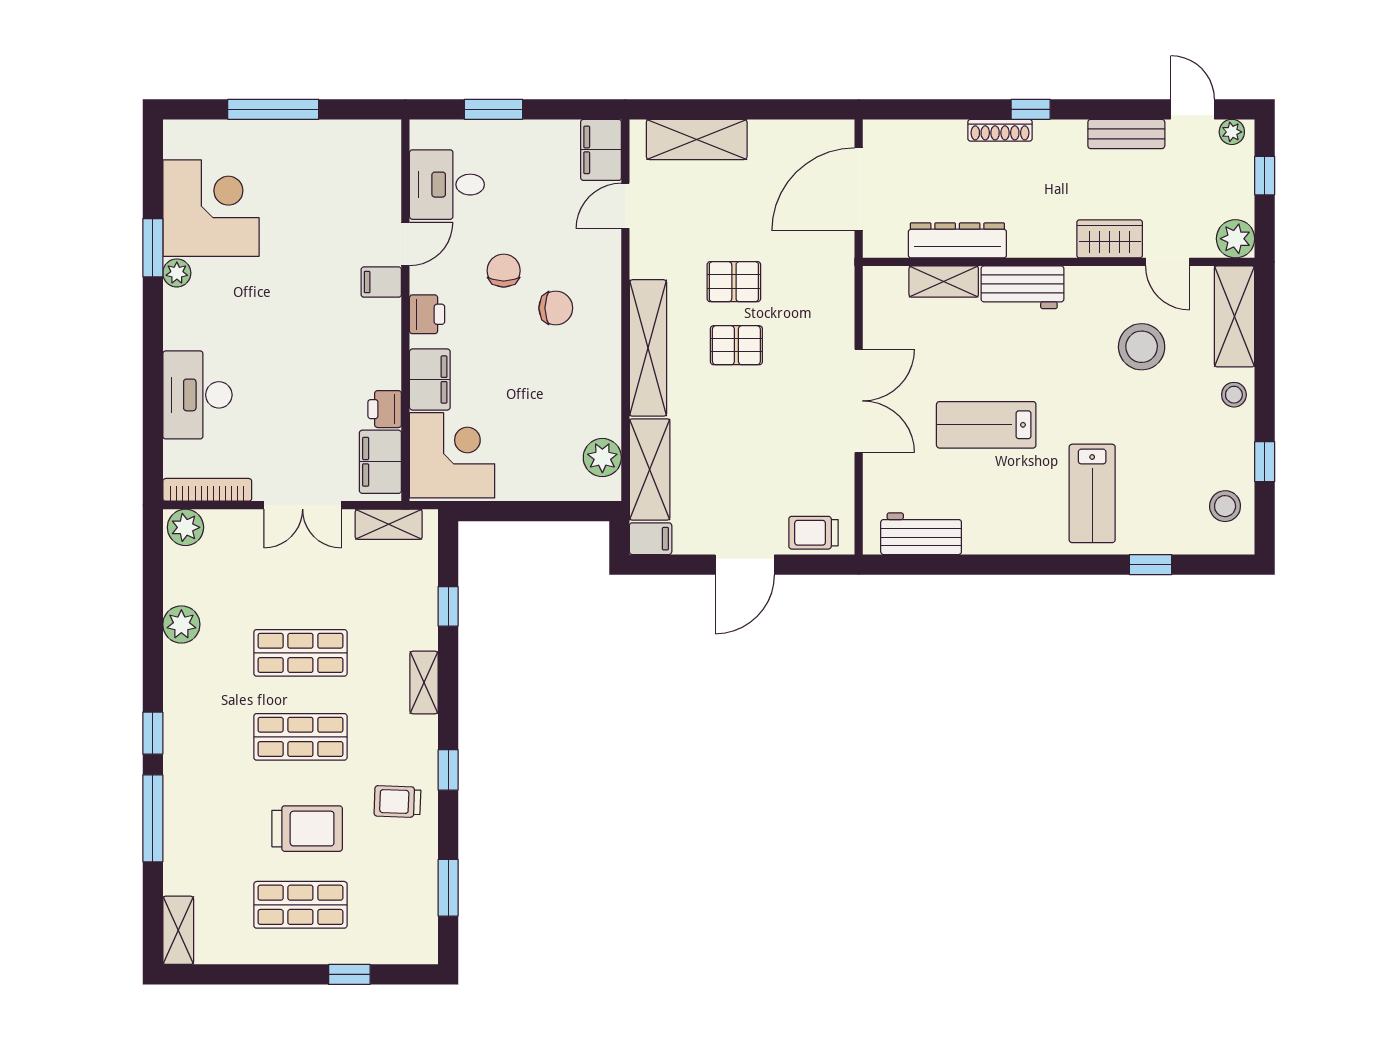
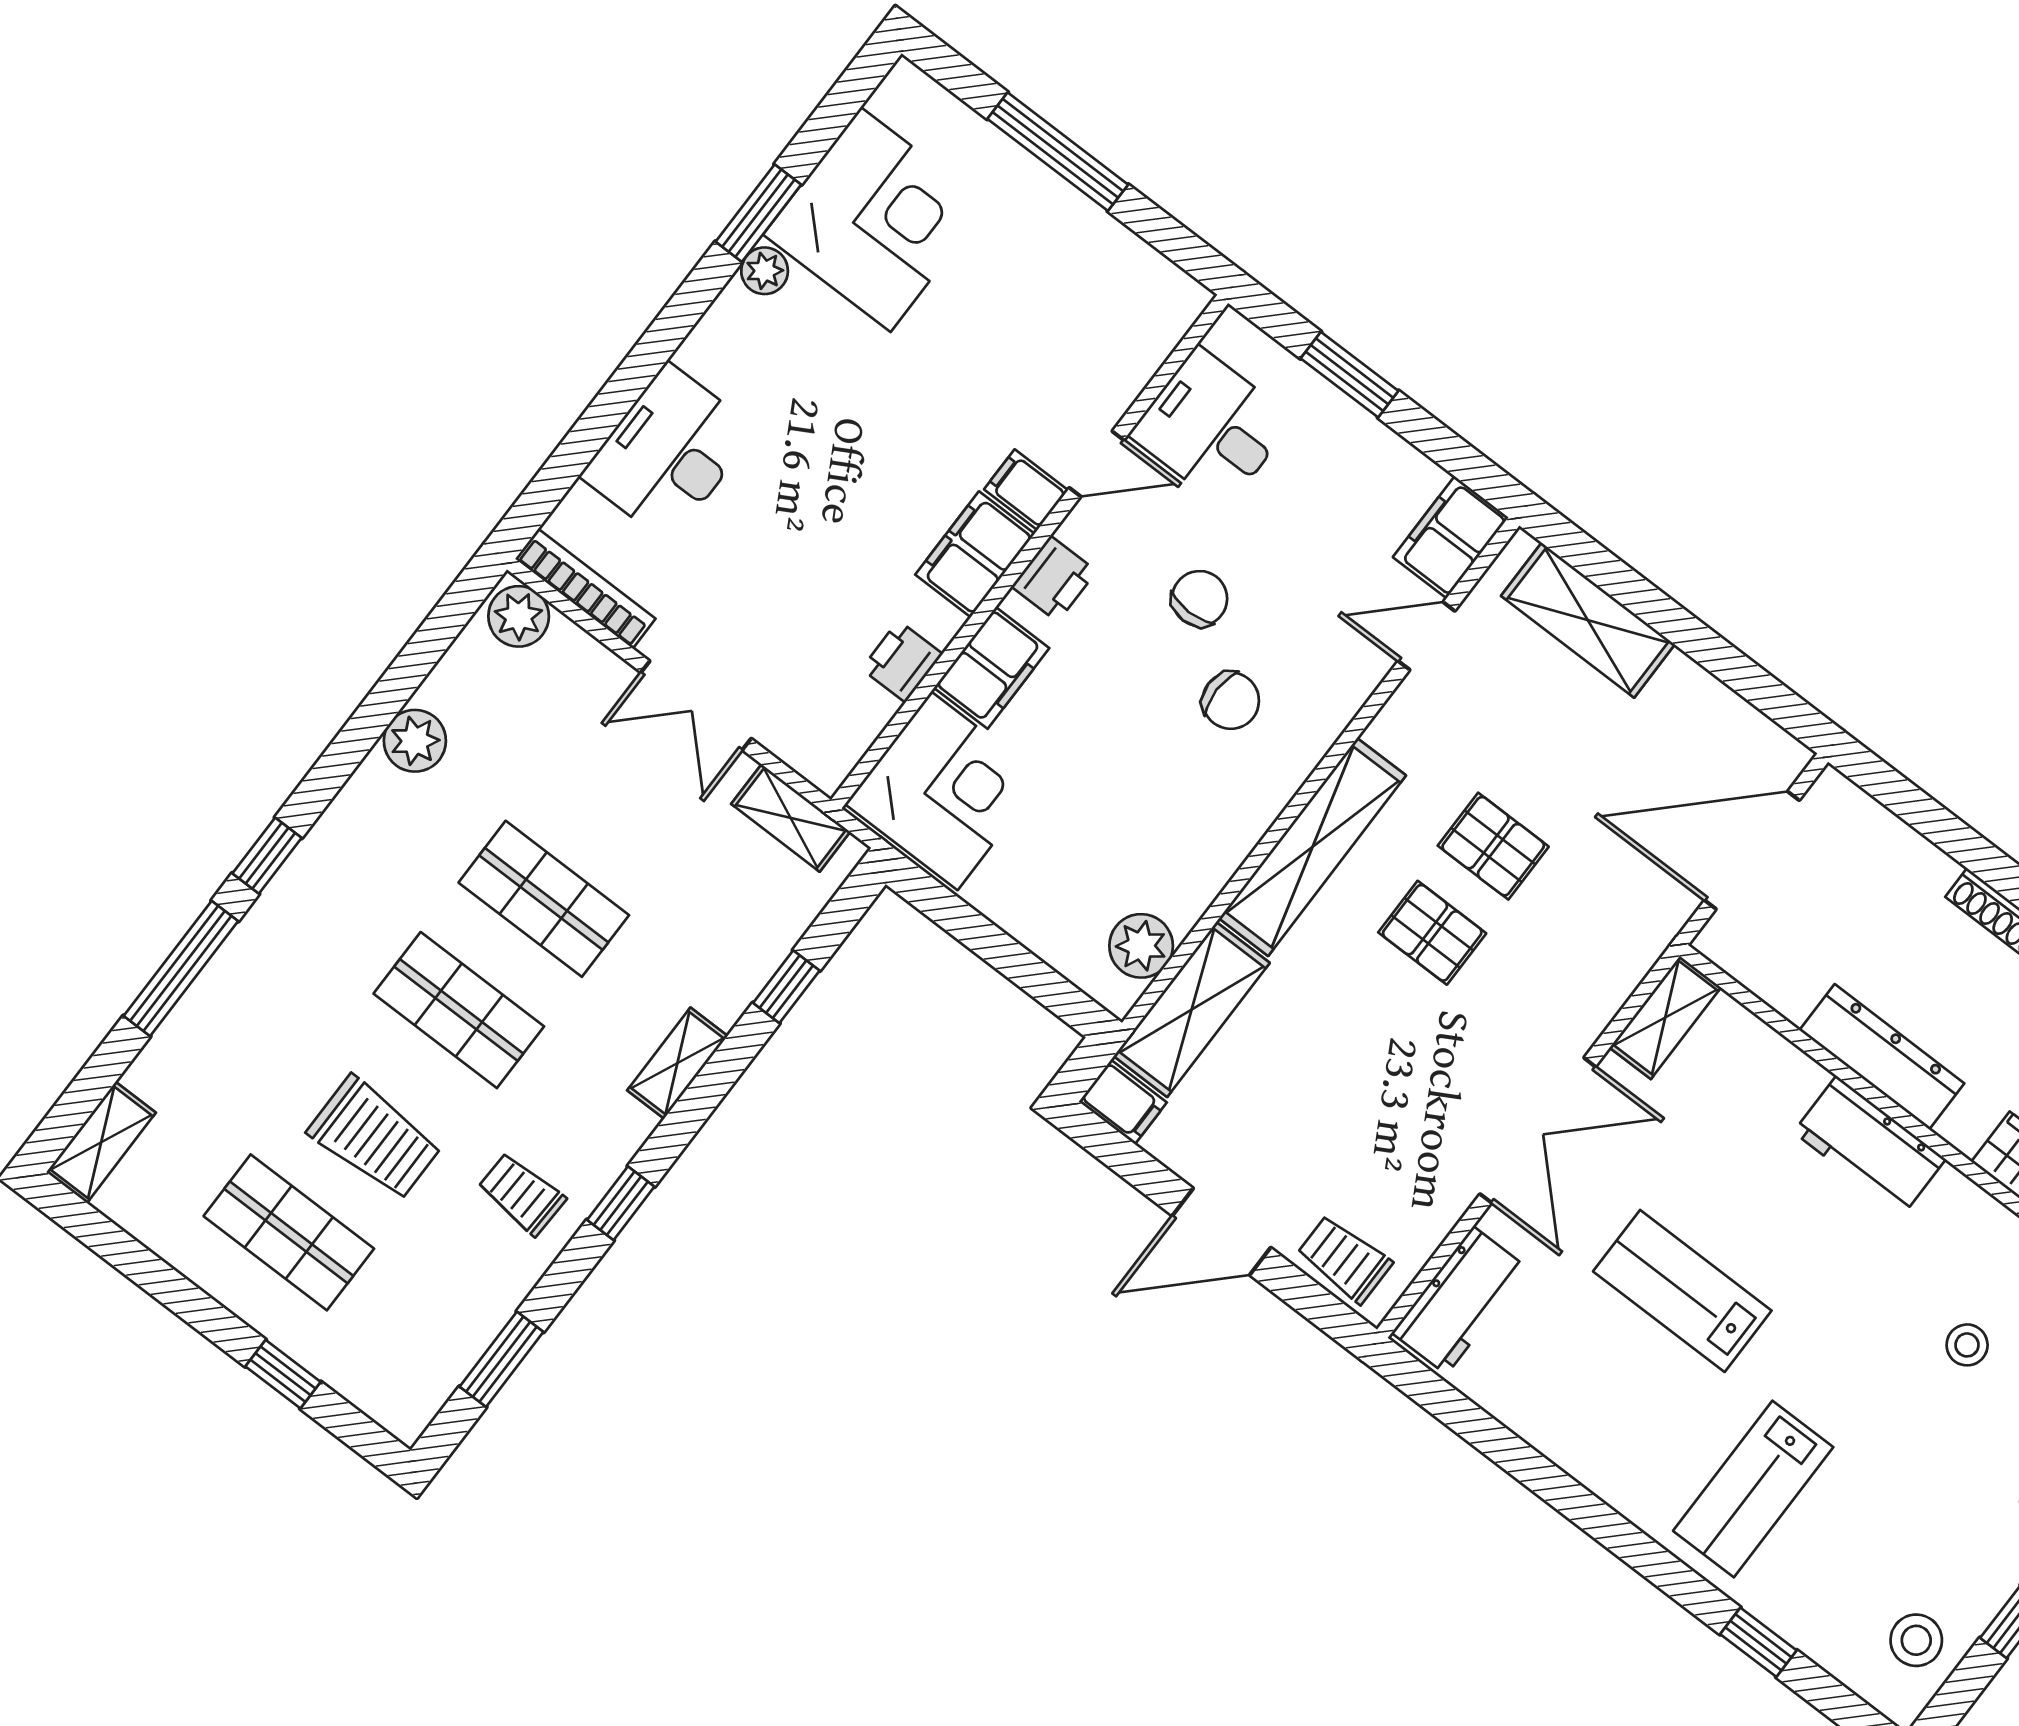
dresser: (957, 240) -> (1882, 1057), moved
shelving: (944, 282) -> (1665, 1017), moved, turned 90
stool: (1142, 347) -> (1967, 1345), width x0.53, depth x0.53
filing cabinet: (380, 462) -> (975, 554), moved
workbench: (921, 534) -> (1460, 1300), moved, turned 90

